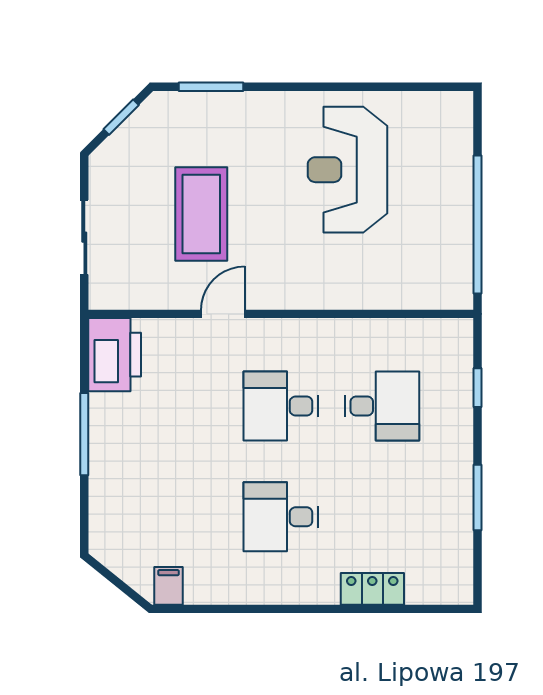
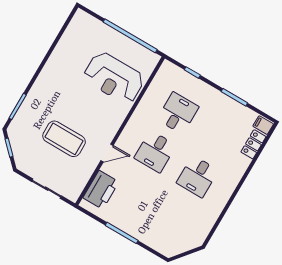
reception desk: (347, 170) -> (114, 78), moved
door: (223, 314) -> (107, 153), swing flipped
printer: (115, 355) -> (101, 190), moved, turned 90
filing cabinet: (169, 586) -> (263, 125), moved
locker: (372, 589) -> (253, 144), moved

